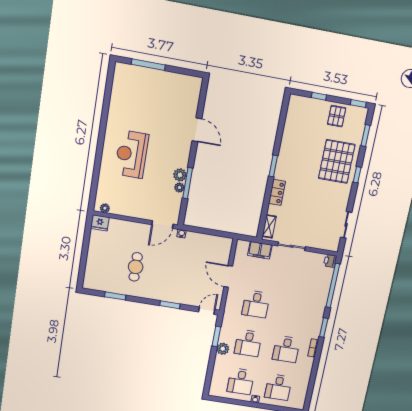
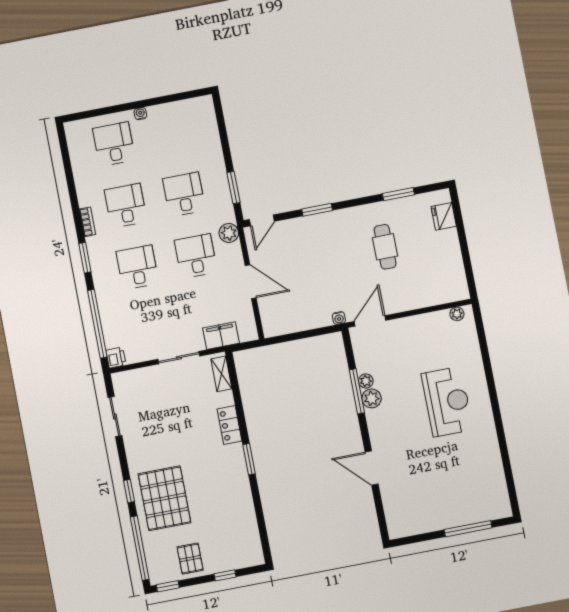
window: (366, 136) -> (140, 548), width x2.11
fridge: (100, 223) -> (444, 216), moved, turned -90
plant: (223, 349) -> (229, 233), moved
desk: (241, 381) -> (137, 267), moved

